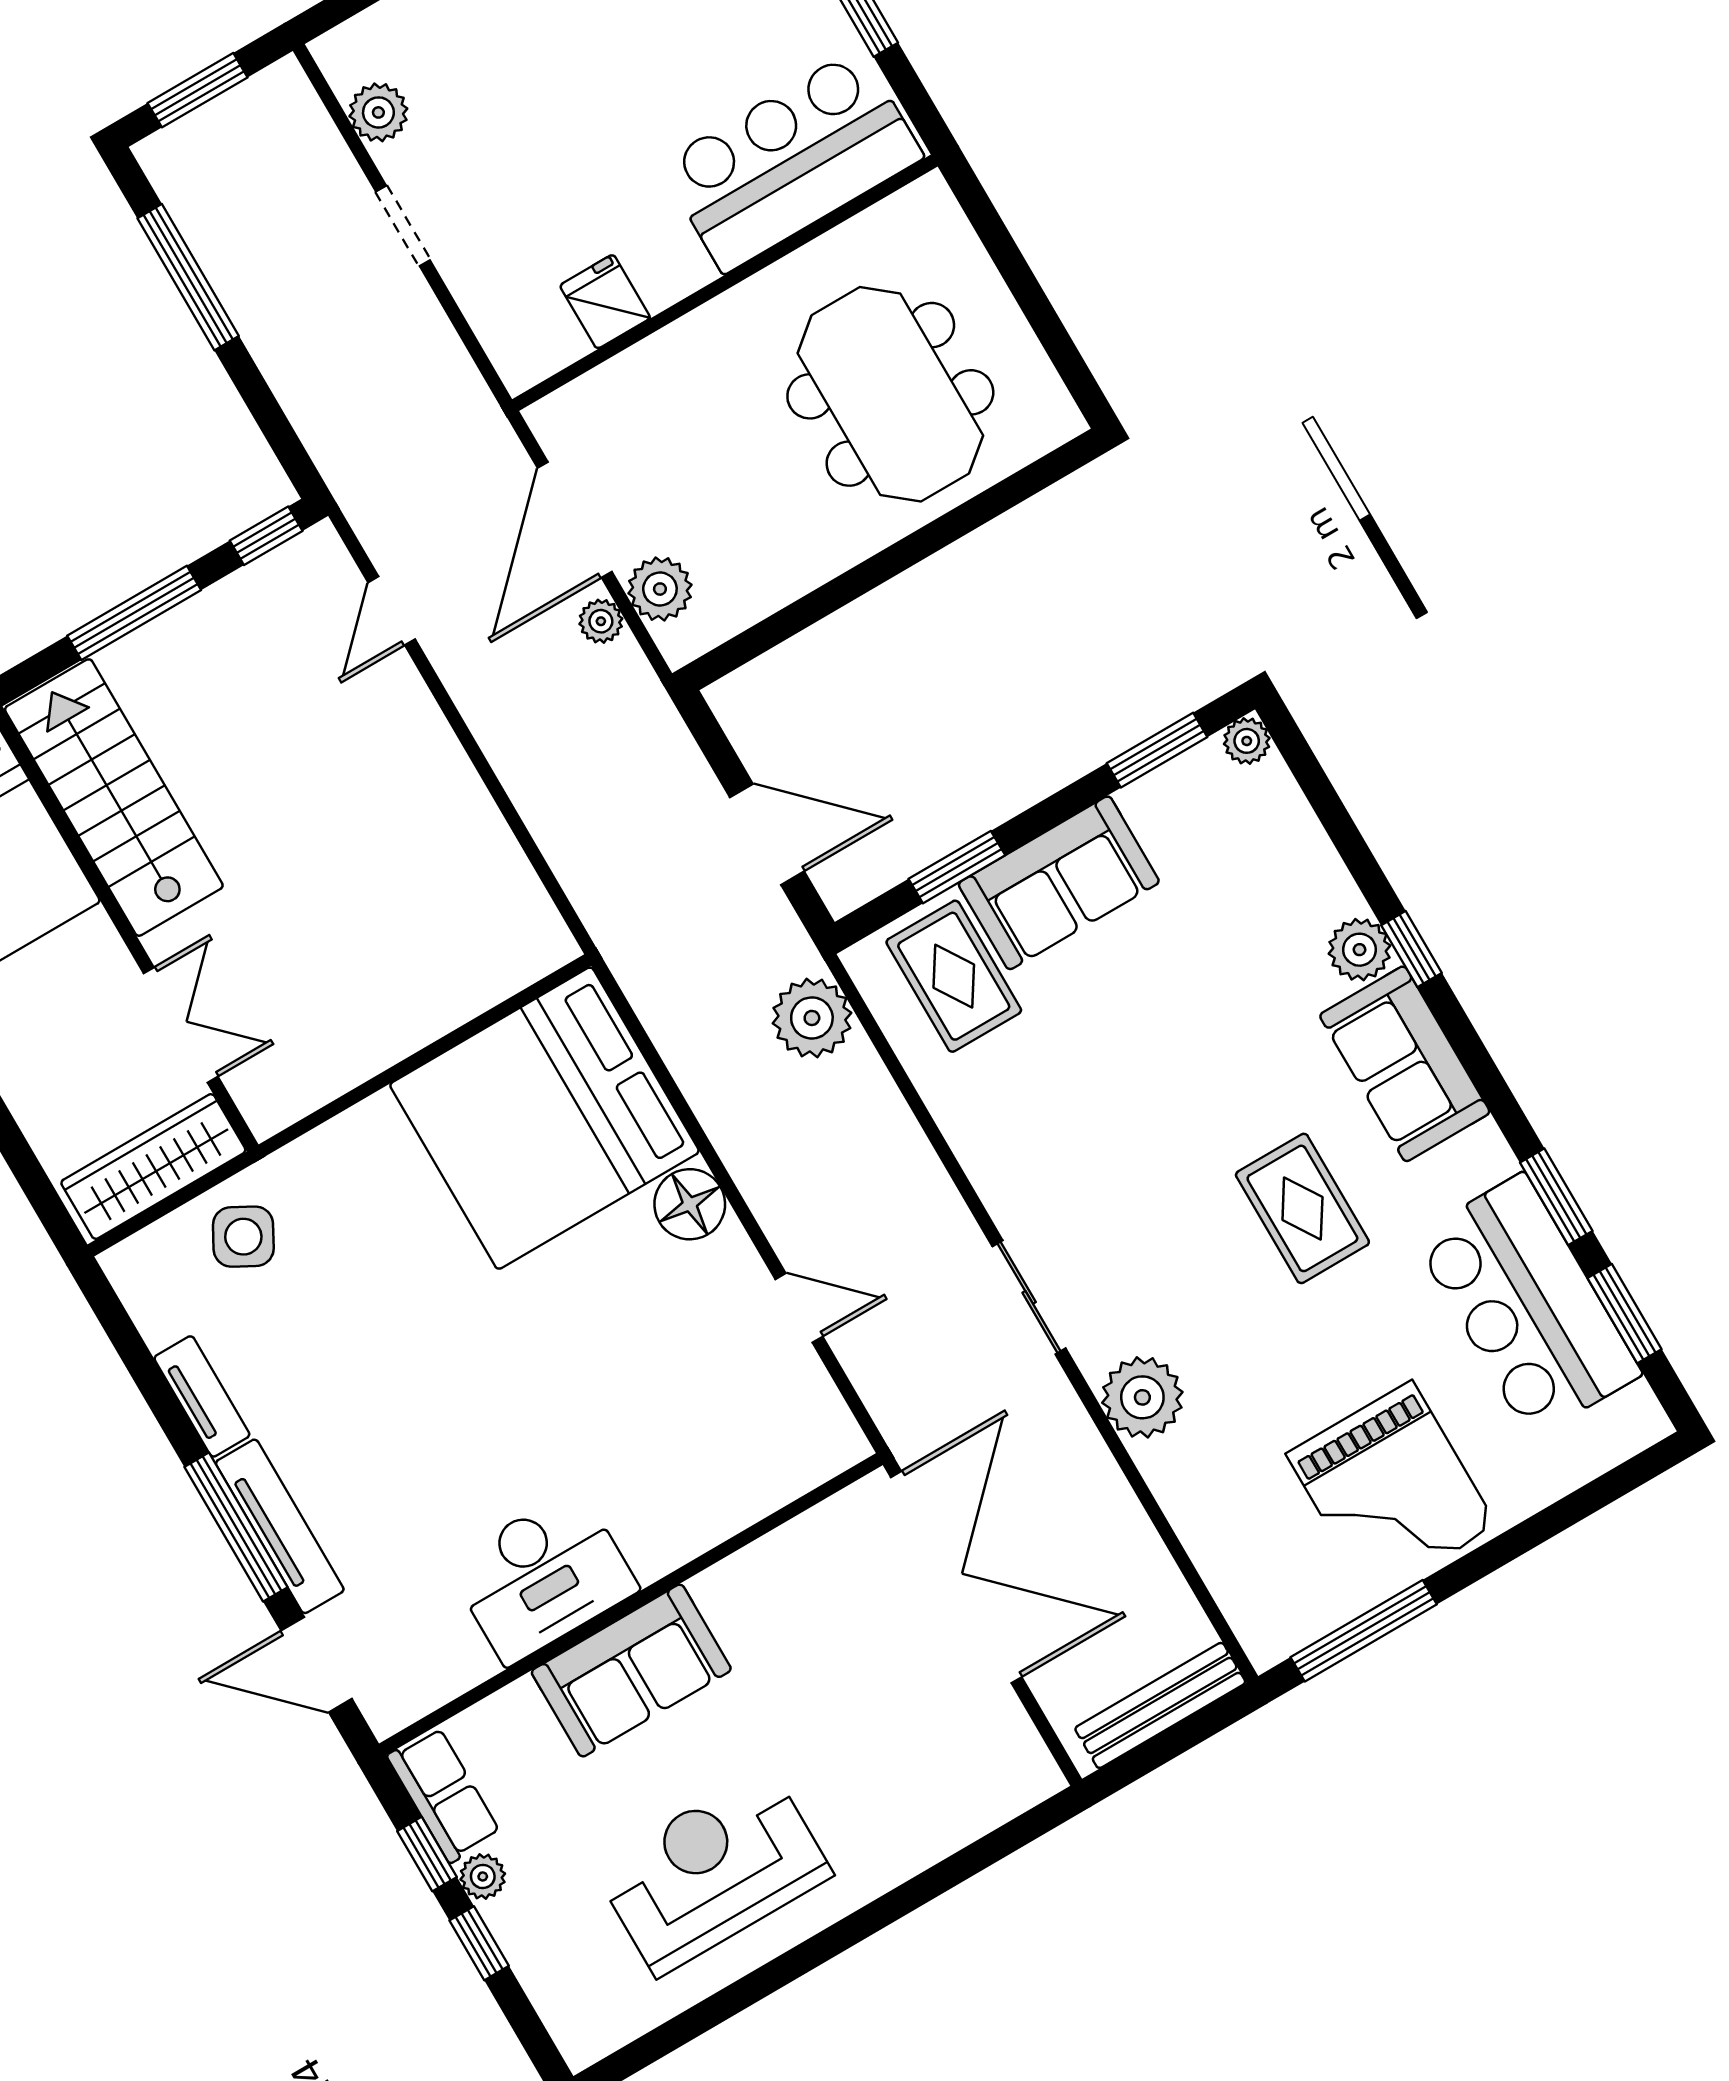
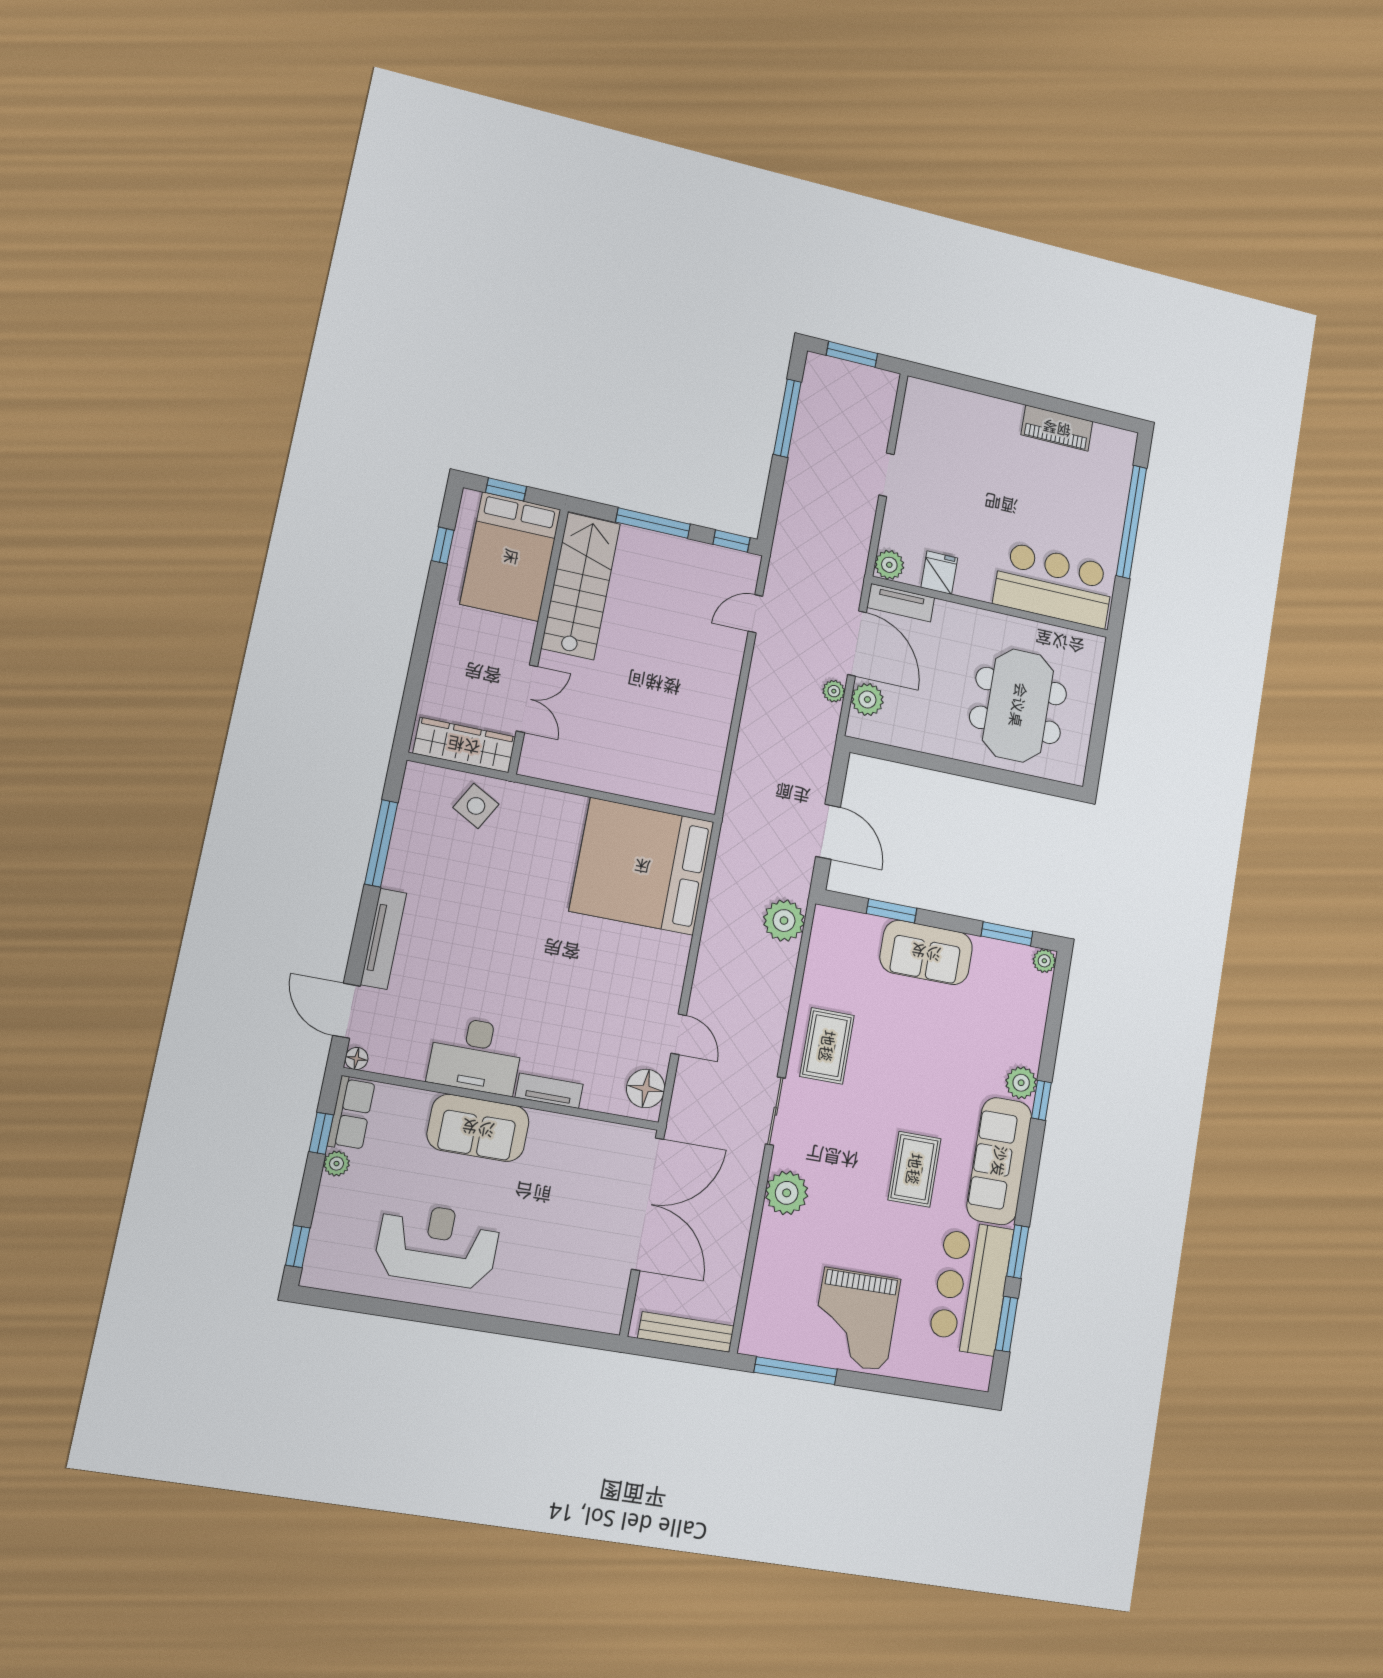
plant: (378, 112) -> (889, 565), moved
tv unit: (587, 400) -> (901, 603), added
door: (575, 520) -> (857, 644), swing flipped
rug: (954, 976) -> (827, 1046), moved
sofa: (1405, 1064) -> (999, 1161), width x1.36
floor lamp: (690, 1204) -> (646, 1088), moved
tv unit: (202, 1396) -> (549, 1091), moved, turned -90
window: (236, 1527) -> (381, 843), moved
floor lamp: (386, 1717) -> (356, 1058), added
window: (479, 1943) -> (298, 1246), moved

